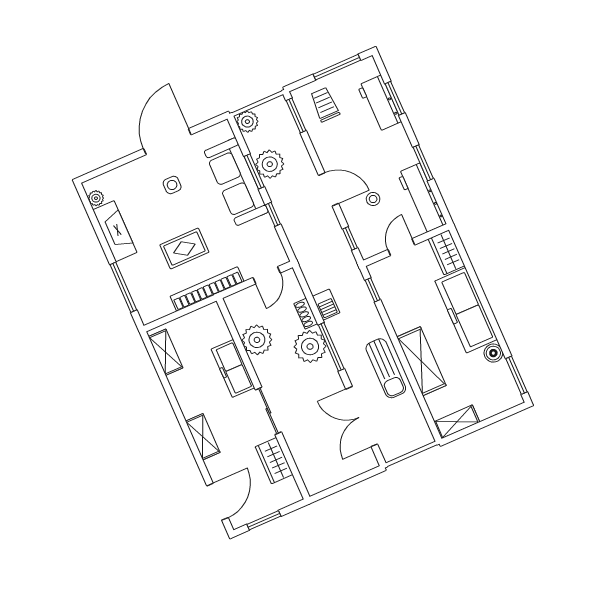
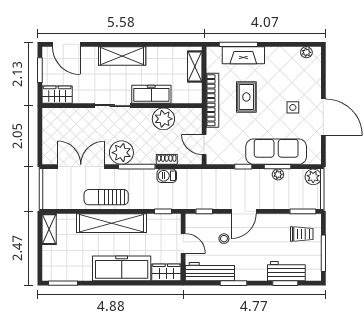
plant: (270, 164) -> (278, 174), width x0.53, depth x0.53
fireplace: (115, 231) -> (243, 55), moved
plant: (310, 347) -> (121, 153), moved
shelving: (166, 352) -> (195, 66), moved, turned 90
boiler: (493, 353) -> (85, 274), removed
shelving: (421, 361) -> (112, 223), width x1.47
shelving: (203, 437) -> (122, 56), width x1.50, depth x1.33
wardrobe: (274, 461) -> (57, 95), moved

